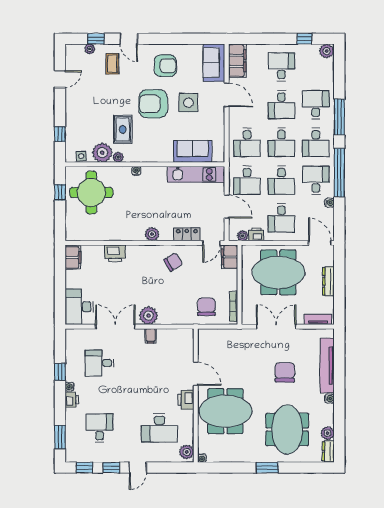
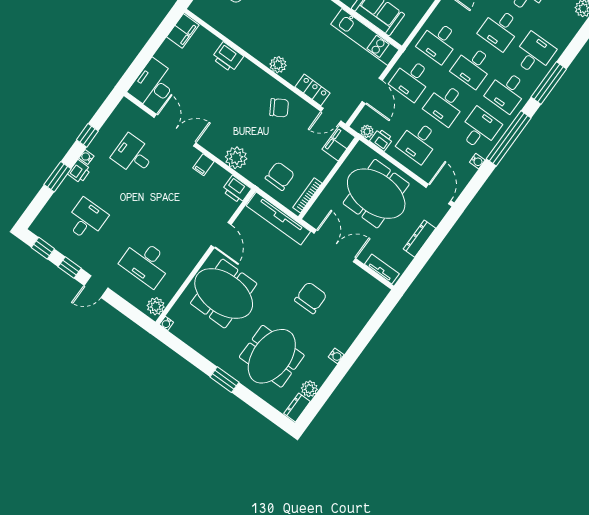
plant: (148, 316) -> (236, 158), moved
tv unit: (327, 366) -> (278, 219), moved, turned -90
printer: (186, 400) -> (237, 190), moved, turned -90
window: (60, 437) -> (57, 177), moved

